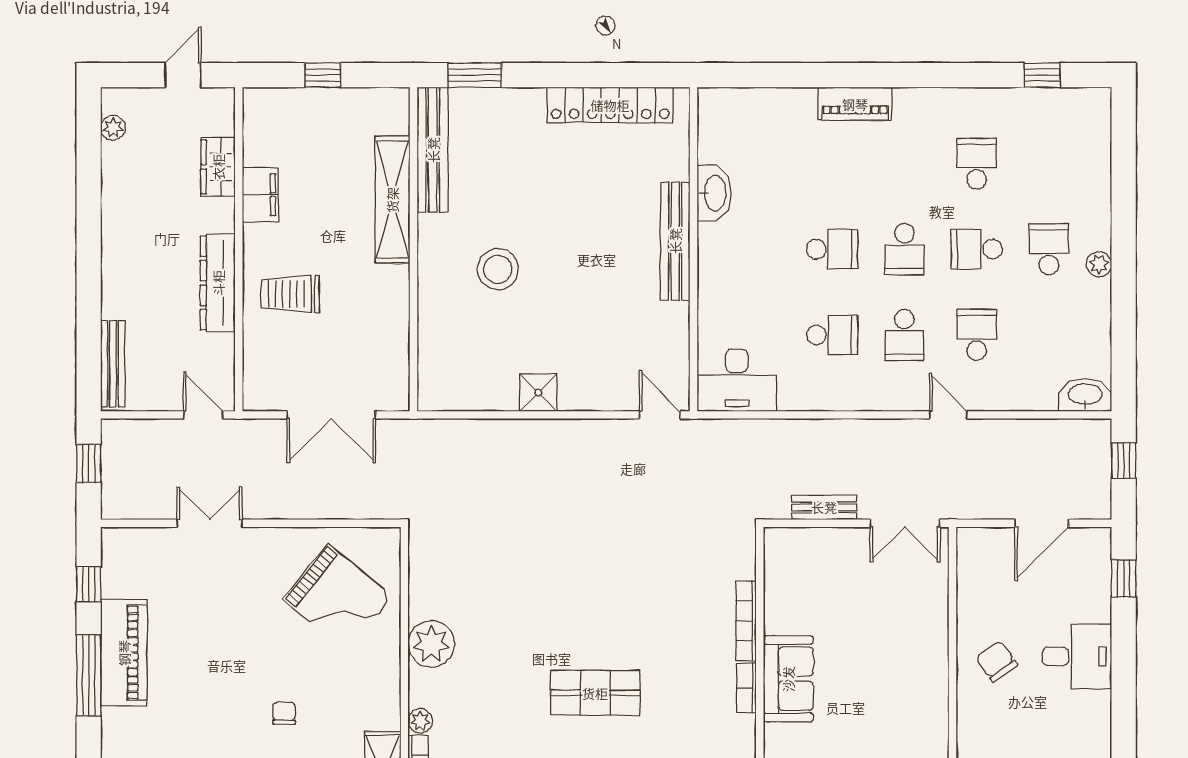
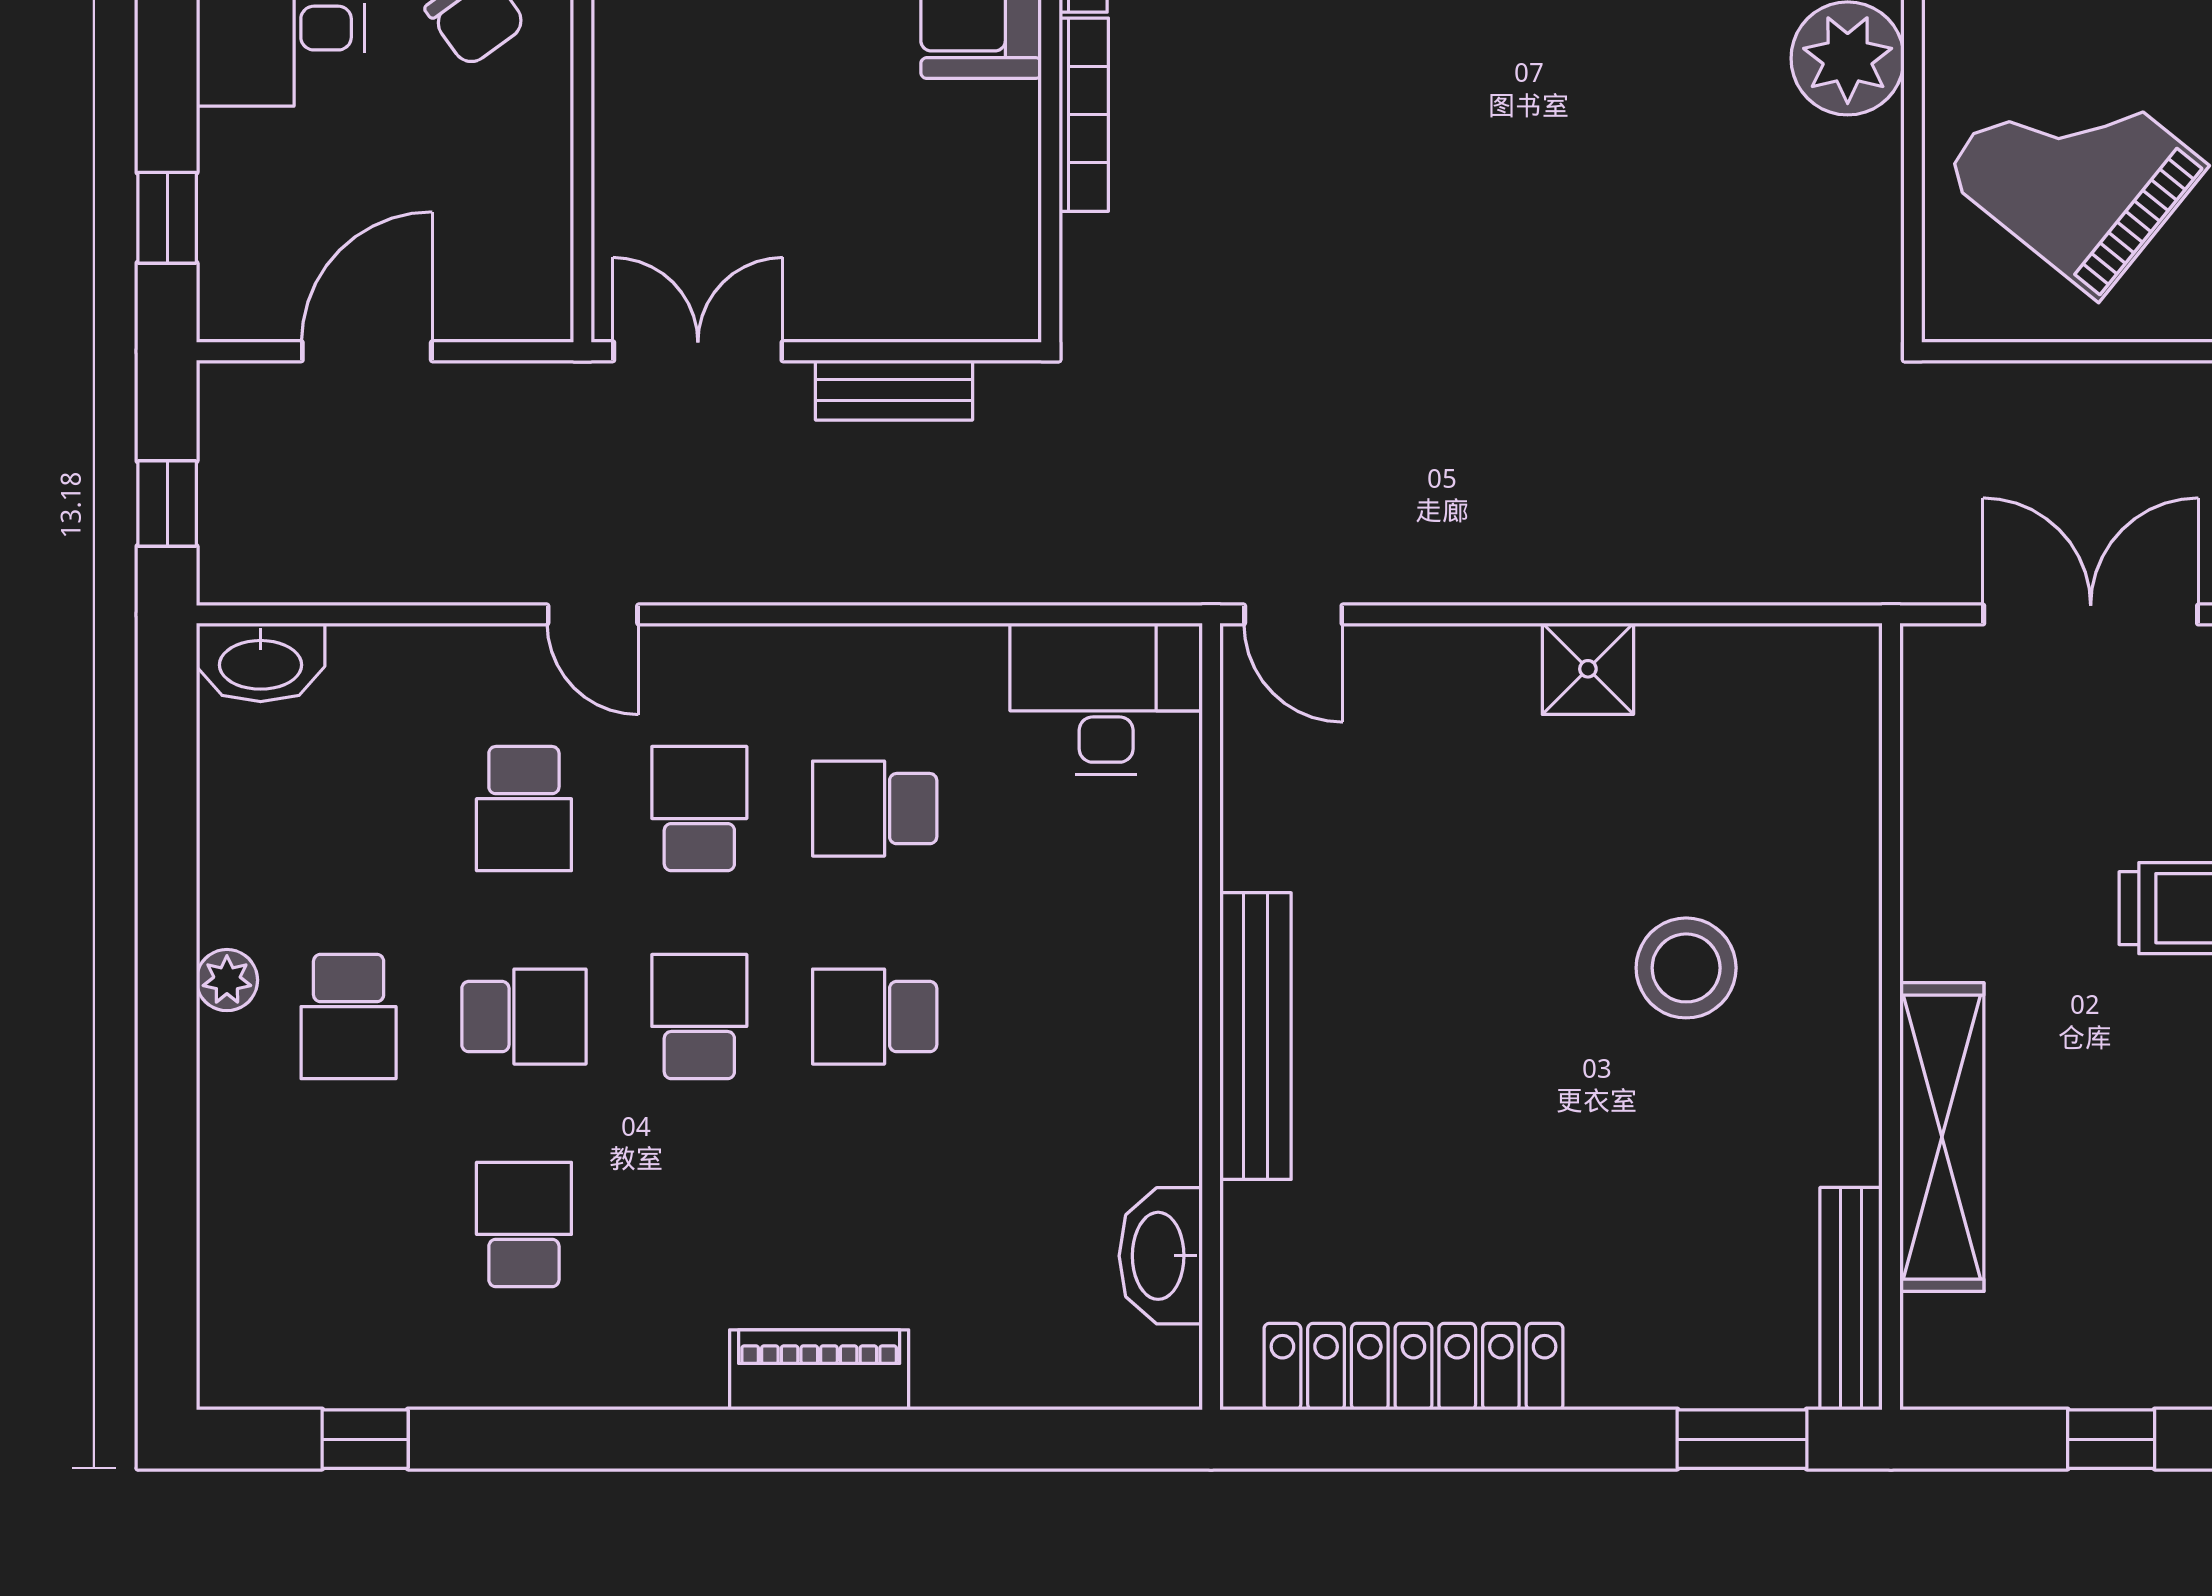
bench: (433, 150) -> (1851, 1299), width x0.73, depth x0.82
school desk: (977, 164) -> (524, 1224), turned 180
washbasin: (714, 193) -> (1161, 1256), moved

